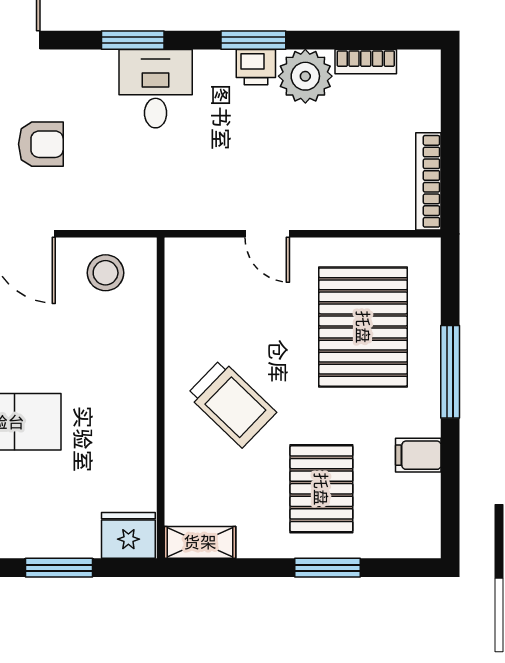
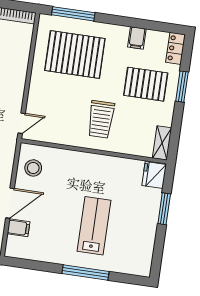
door: (267, 234) -> (22, 123), moved
window: (450, 372) -> (73, 14), moved
trolley: (232, 403) -> (101, 119), turned 136
locker: (408, 542) -> (175, 48), added

